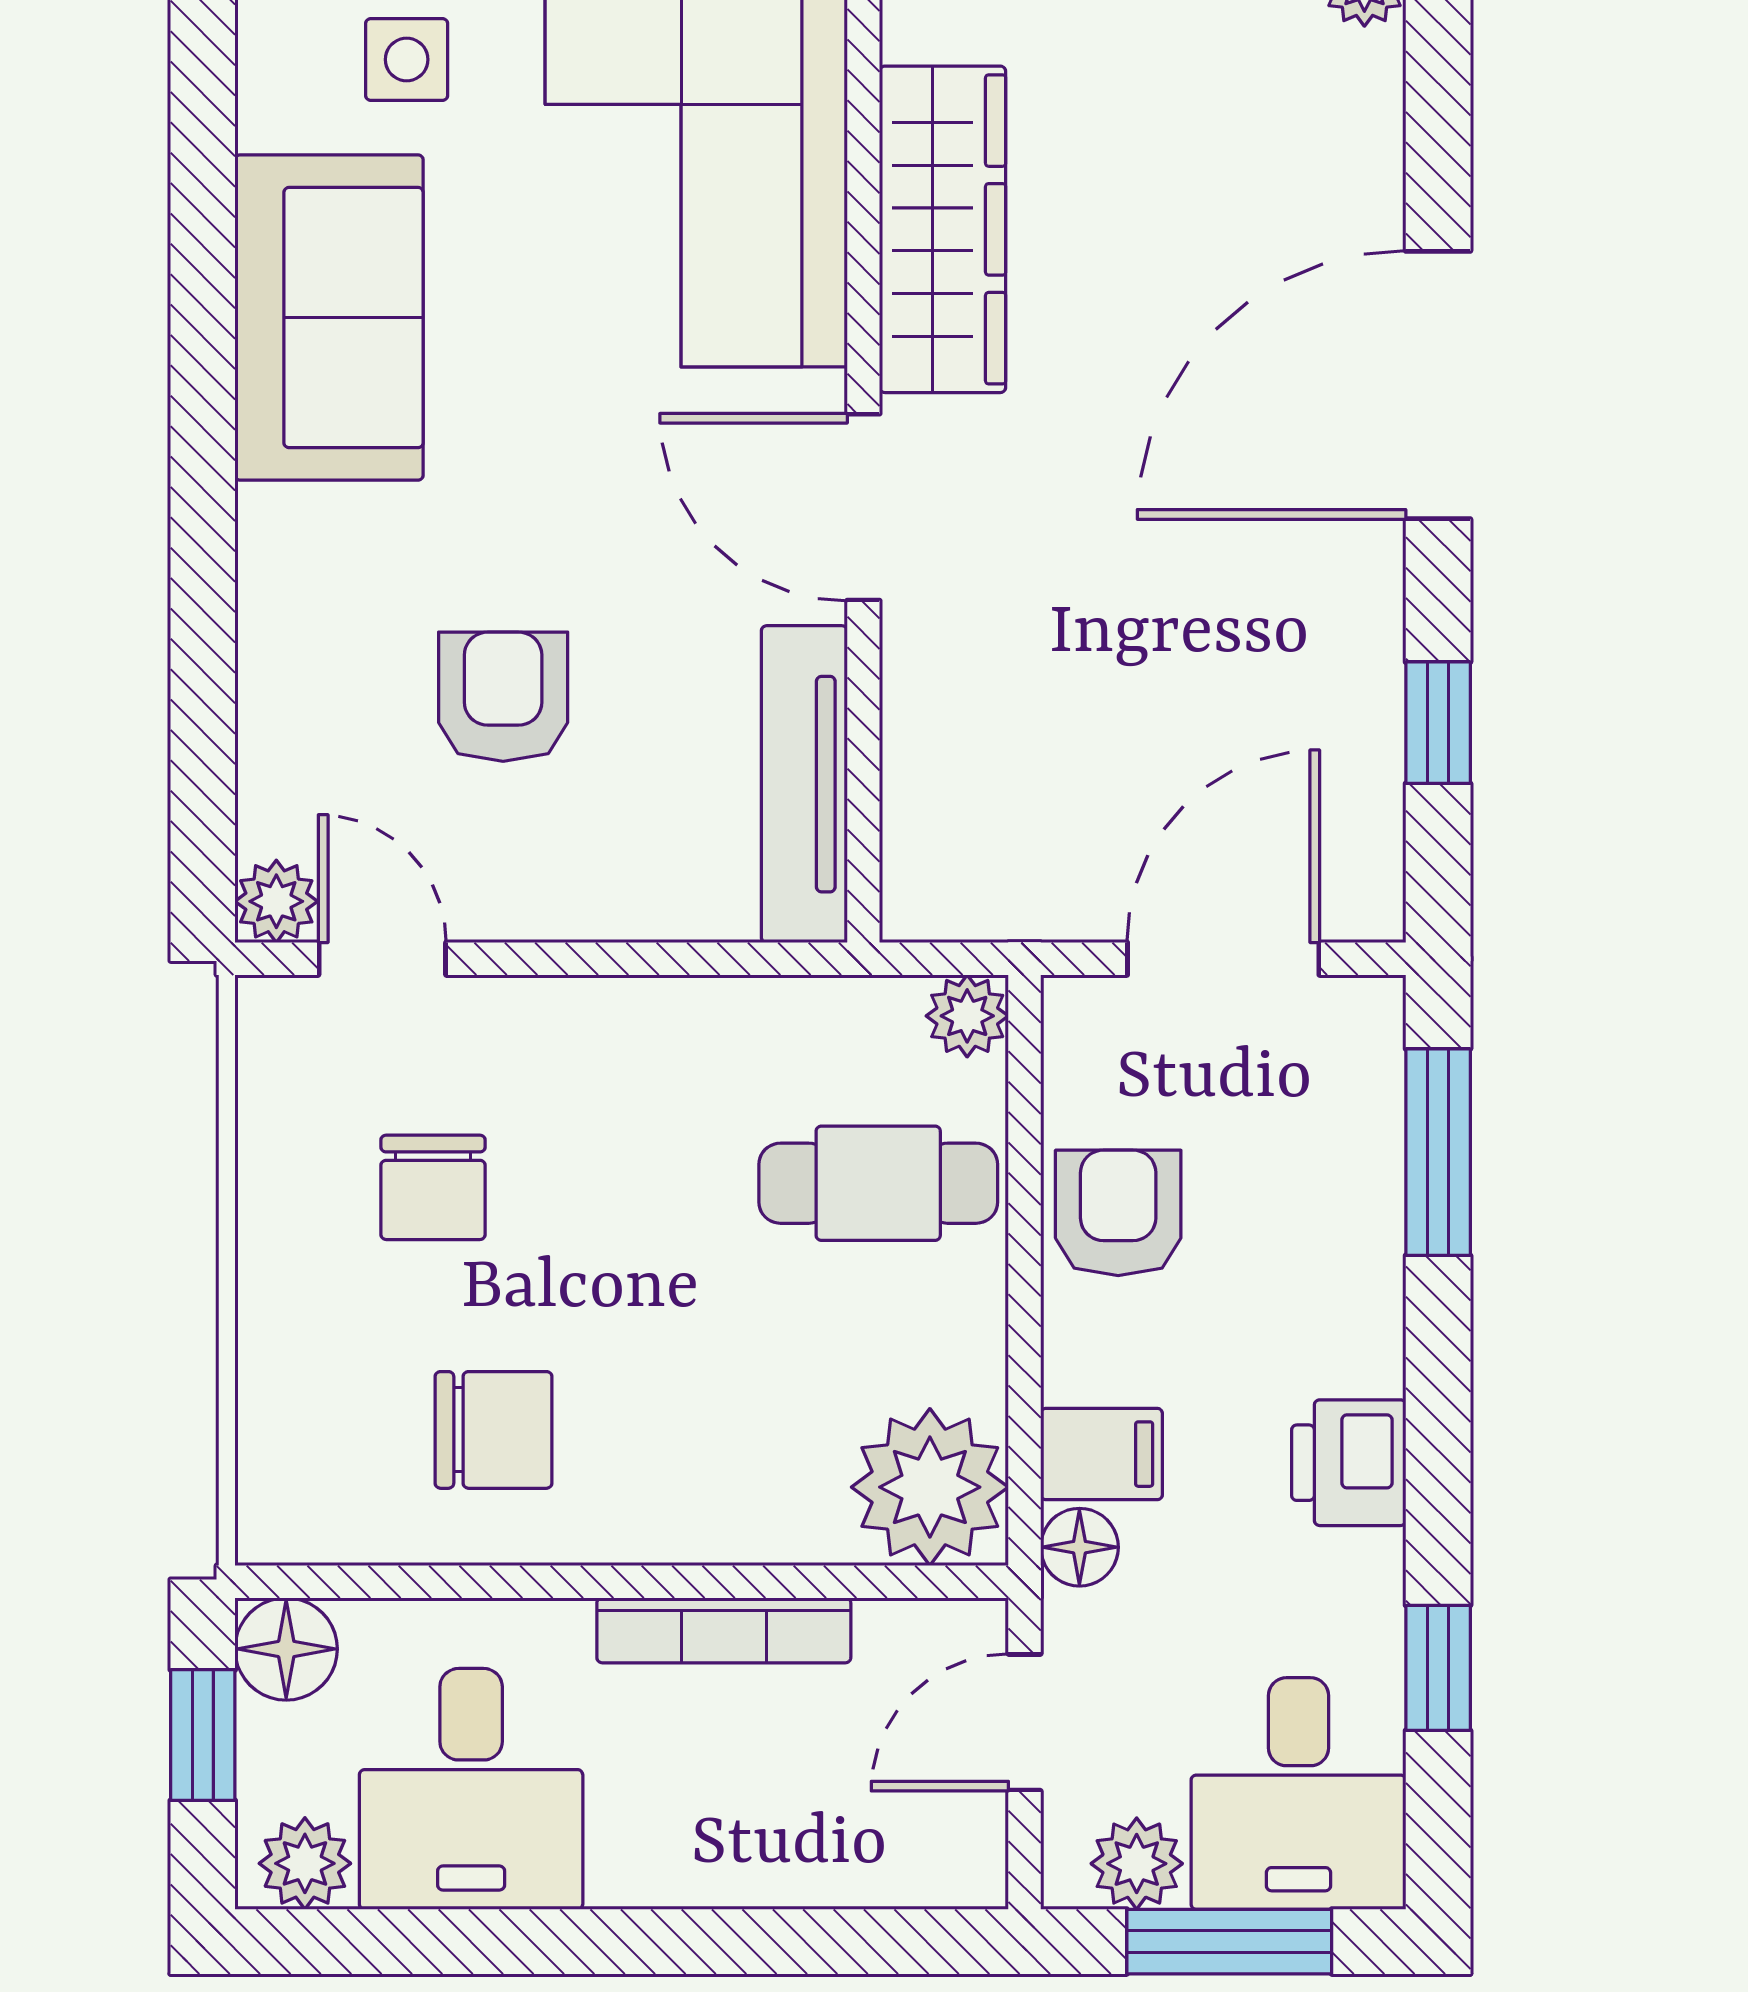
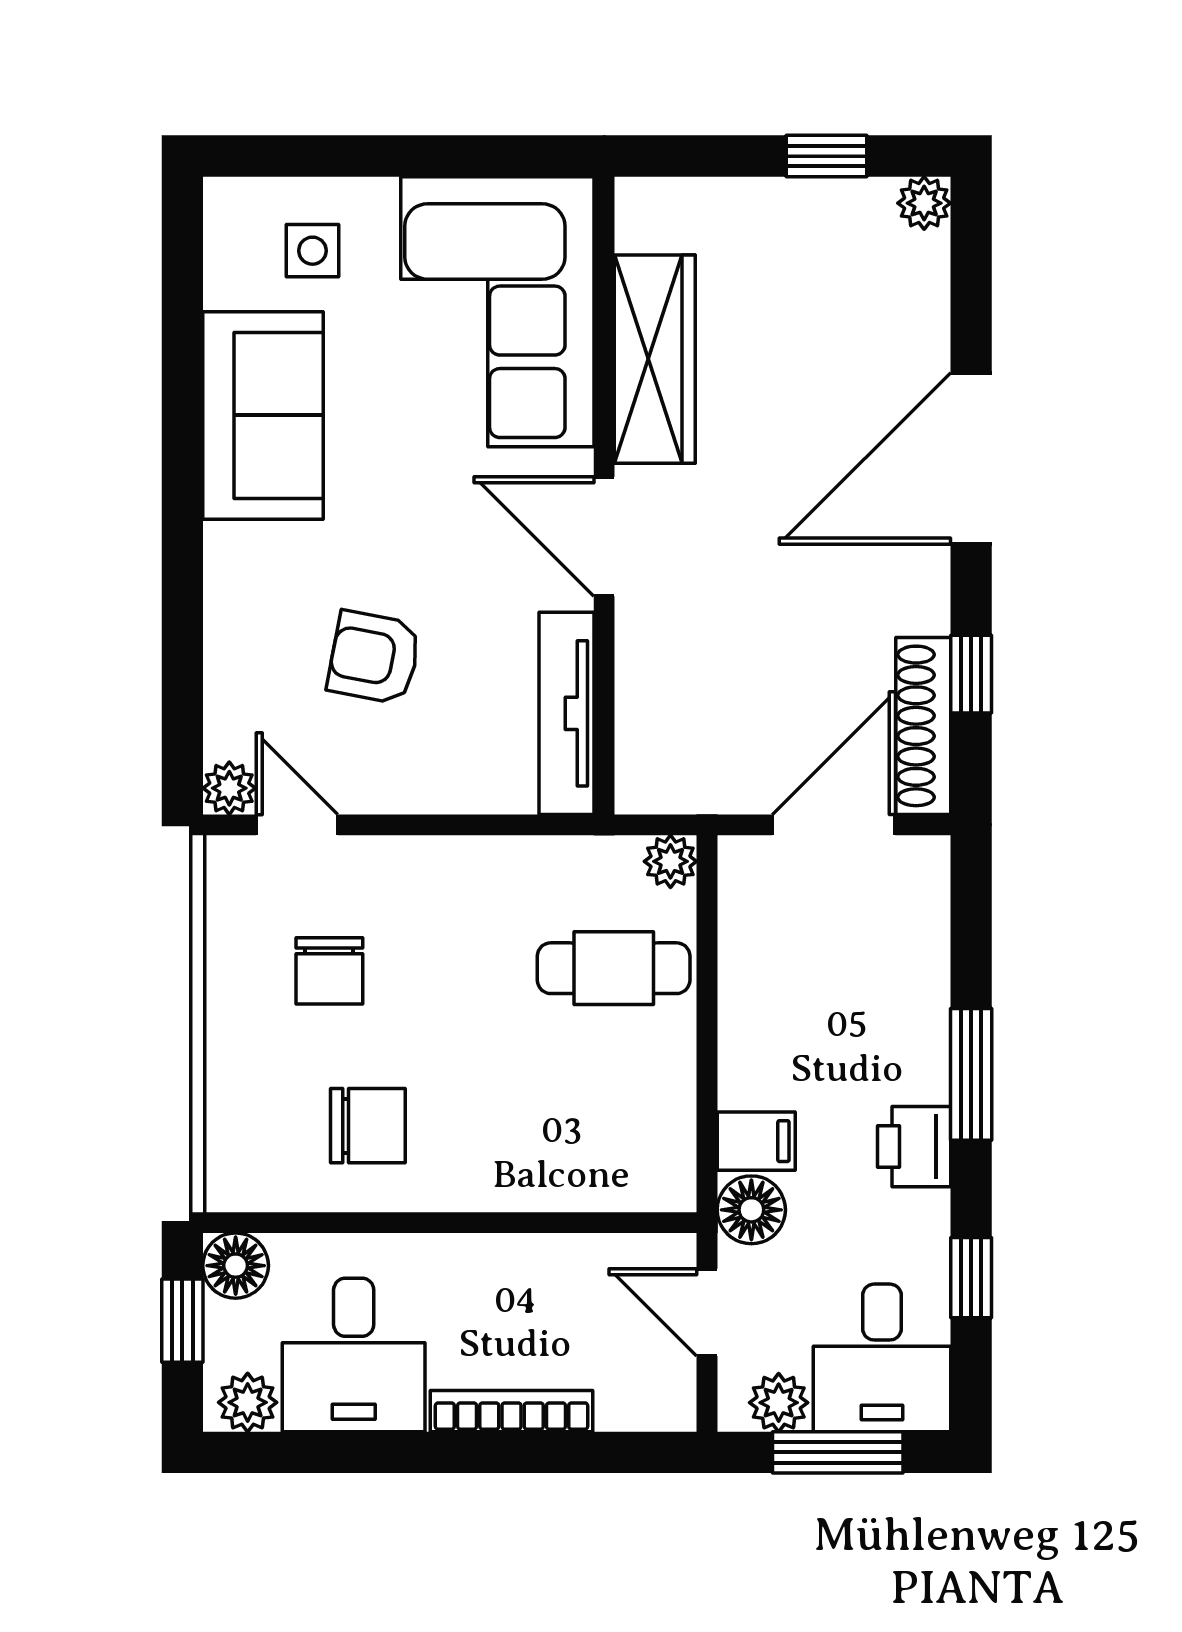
armchair: (503, 697) -> (374, 658), turned -79
shoe rack: (1363, 804) -> (923, 726), added
window: (1438, 1152) -> (971, 1074), moved
armchair: (1118, 1213) -> (767, 987), removed
plant: (930, 1487) -> (647, 1162), removed
floor lamp: (1079, 1547) -> (751, 1210), width x1.37, depth x1.37
bookcase: (724, 1630) -> (512, 1411), moved, turned 180
door: (1024, 1722) -> (707, 1312), hinge flipped

